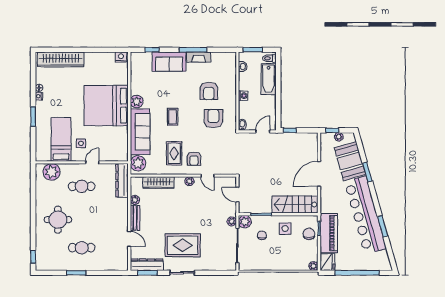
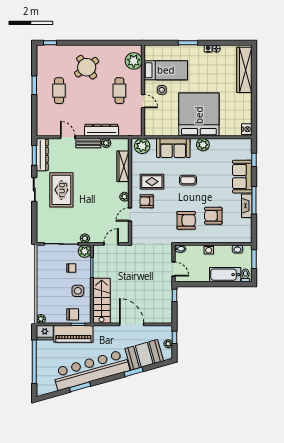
sofa: (140, 132) -> (173, 148), width x0.73
dresser: (122, 181) -> (101, 130), moved
round table: (58, 220) -> (87, 67), turned -37
door: (129, 239) -> (68, 137), swing flipped

